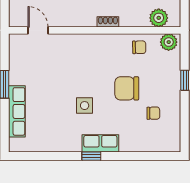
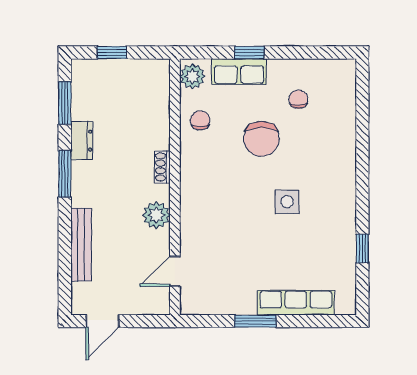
plant: (159, 18) -> (156, 215), moved
row of seats: (100, 143) -> (239, 71), moved, turned -90
window: (91, 156) -> (362, 249), moved

